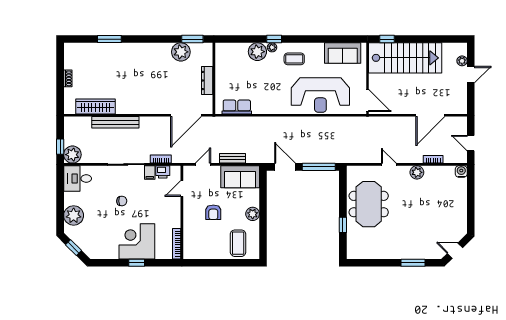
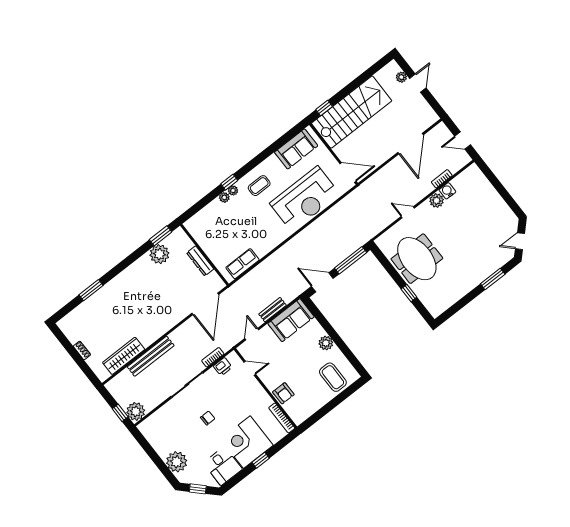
plant: (257, 52) -> (224, 197), width x0.53, depth x0.53
water cooler: (461, 172) -> (447, 191), moved
filing cabinet: (150, 173) -> (212, 376), removed
desk: (78, 179) -> (223, 466), moved, turned -90
door: (182, 189) -> (250, 368), swing flipped
armchair: (213, 212) -> (283, 393), moved

